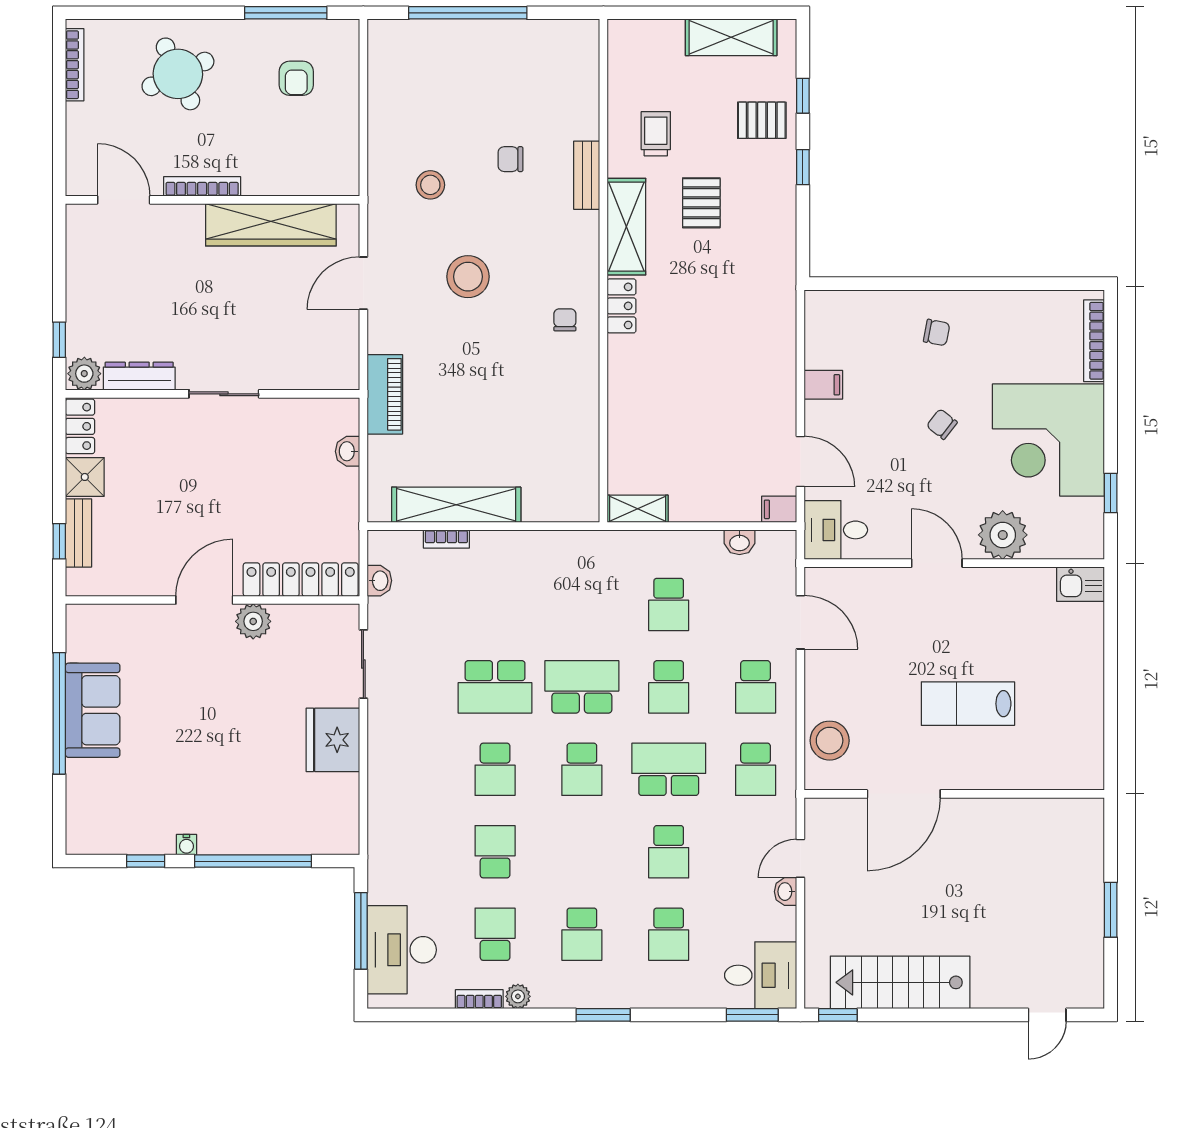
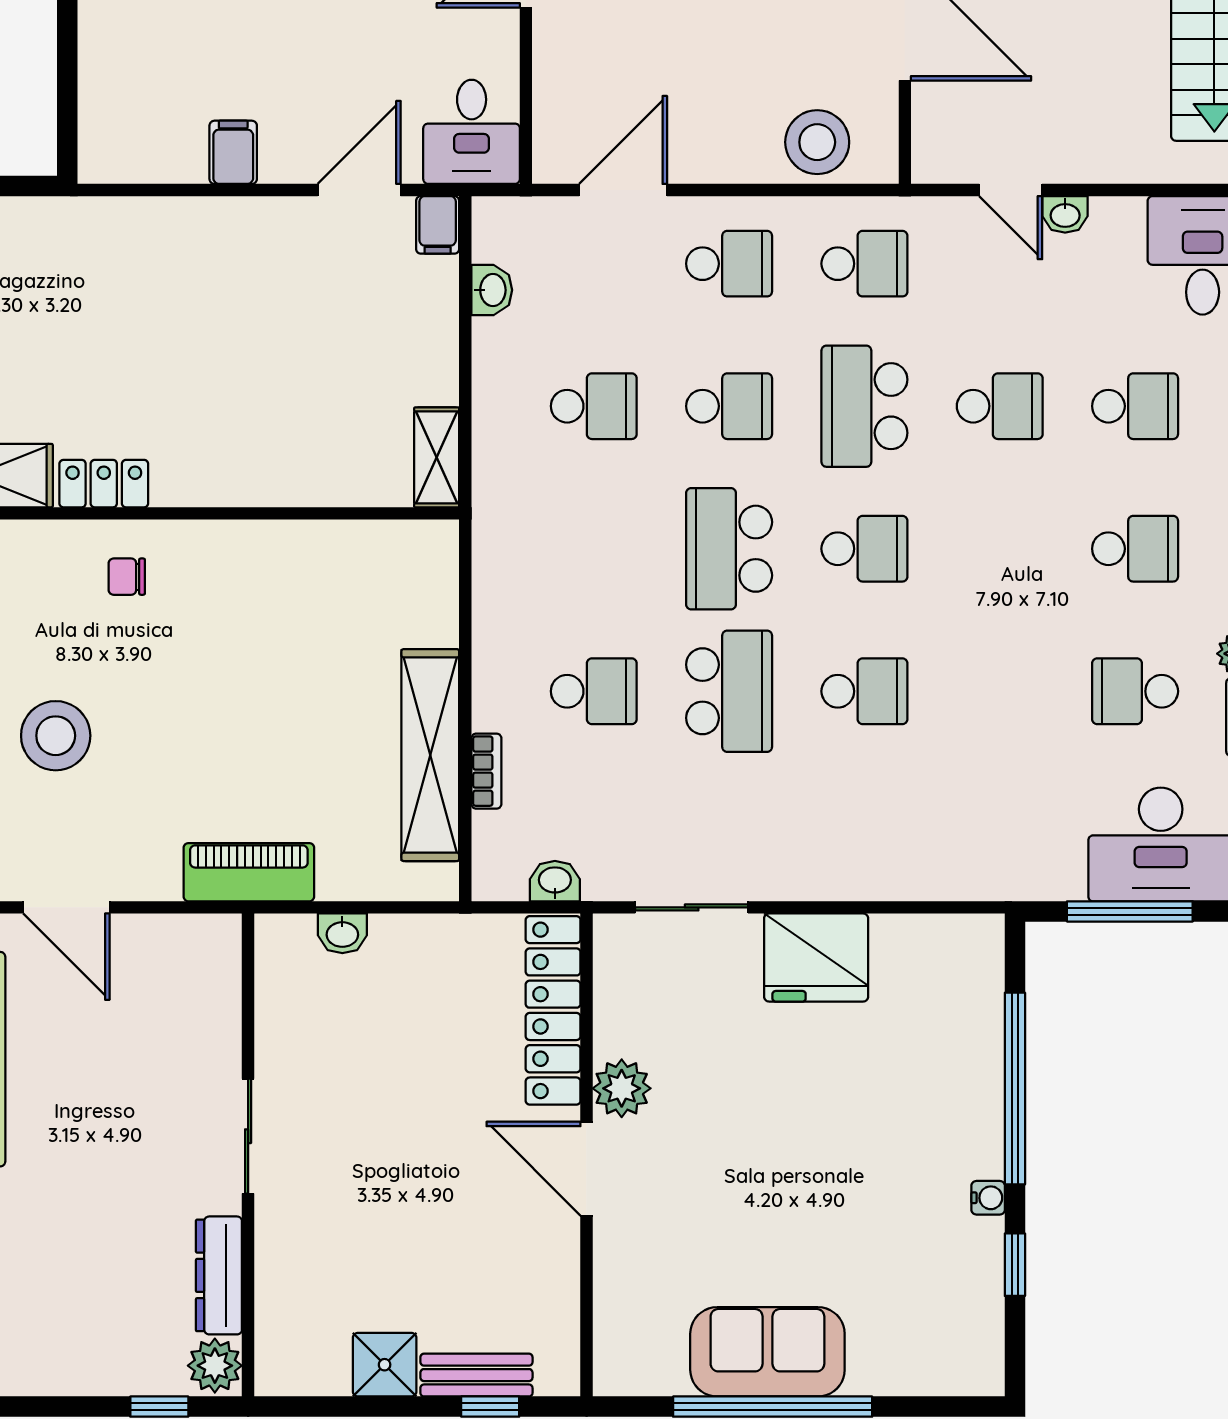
locker: (80, 426) -> (301, 1373), removed
school desk: (495, 852) -> (594, 691), moved, turned 180

